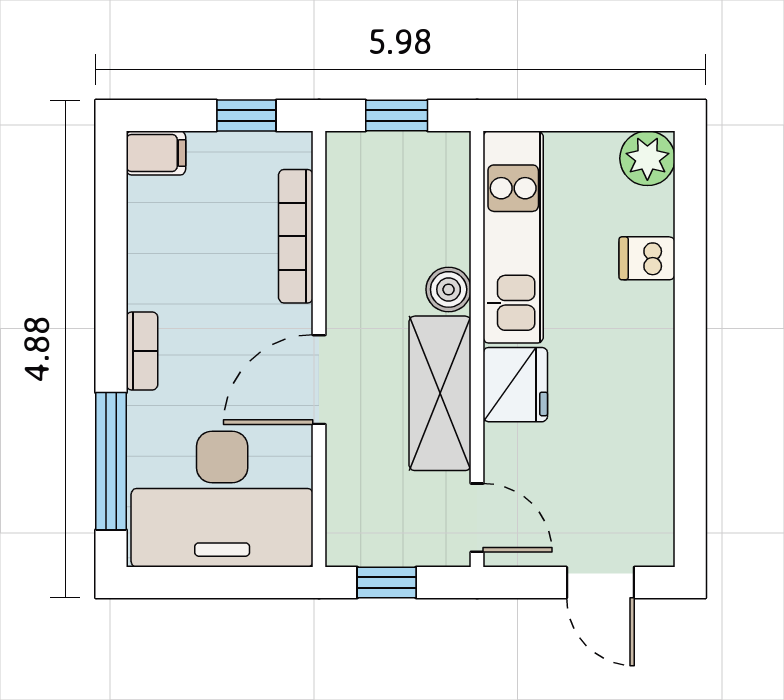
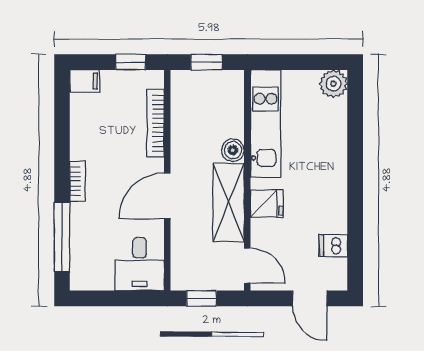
dishwasher: (647, 258) -> (333, 246), moved
fridge: (515, 385) -> (267, 204), width x0.72
desk: (222, 499) -> (140, 264), width x0.53, depth x0.77

